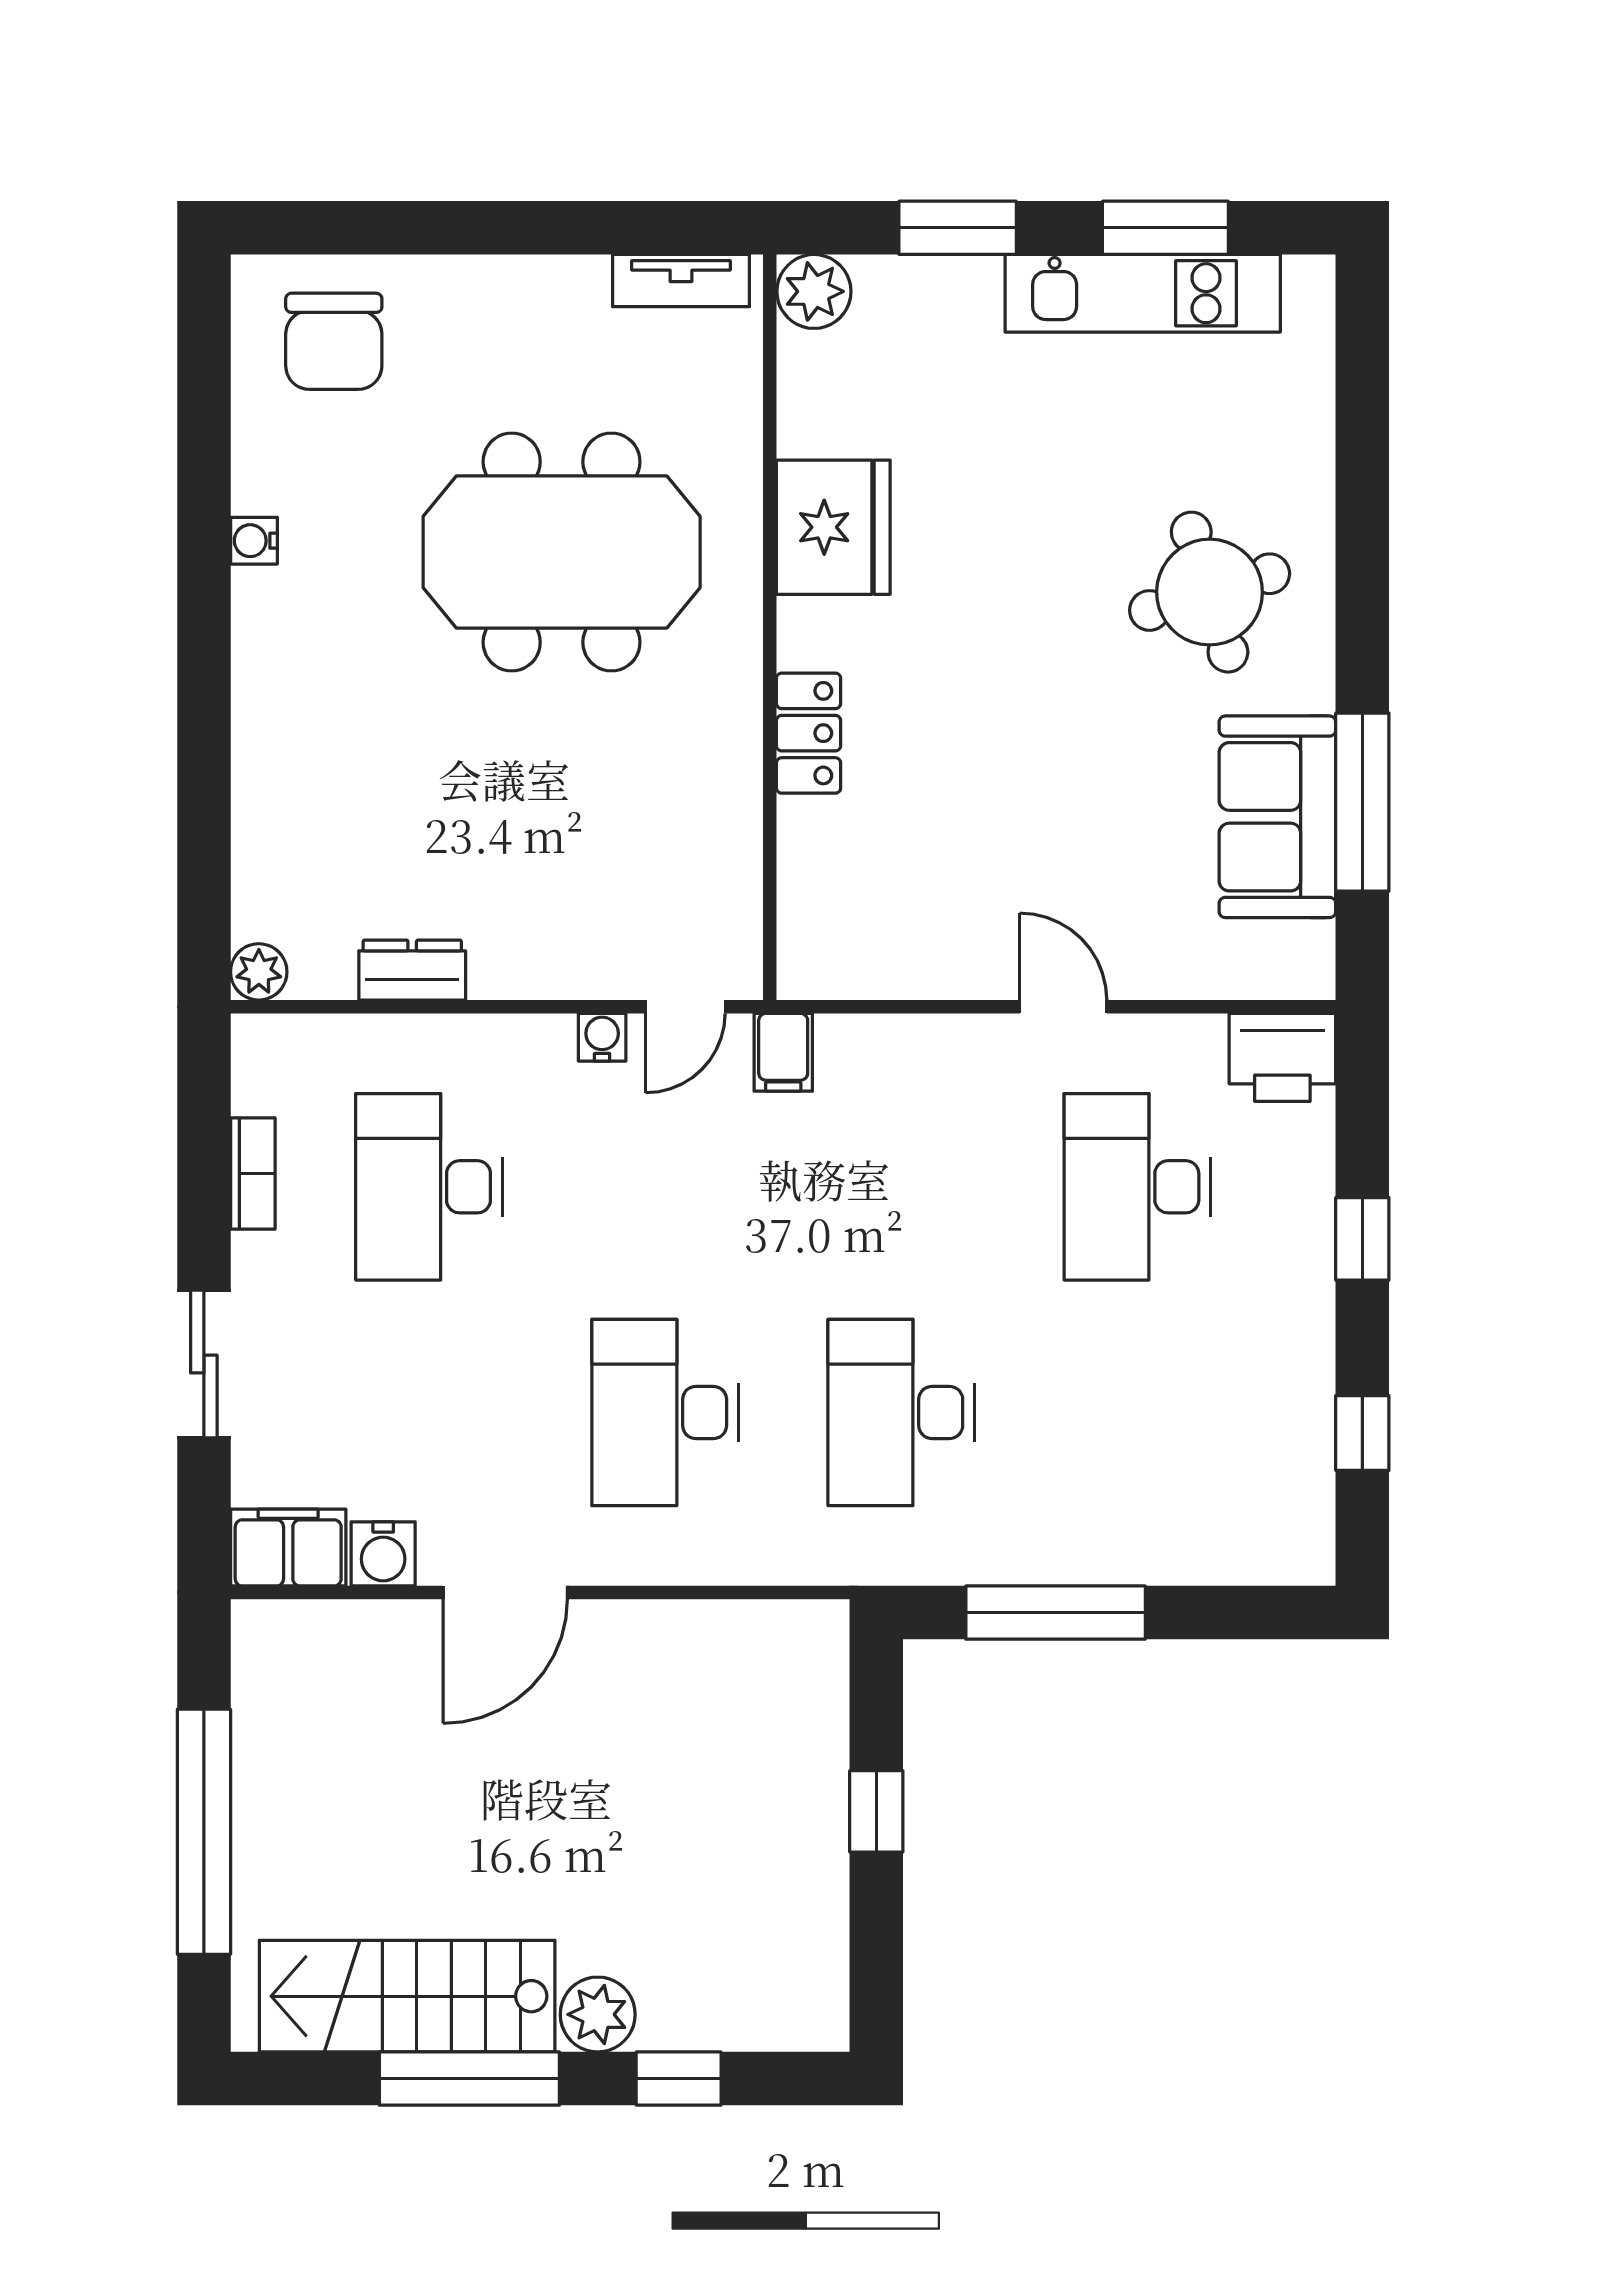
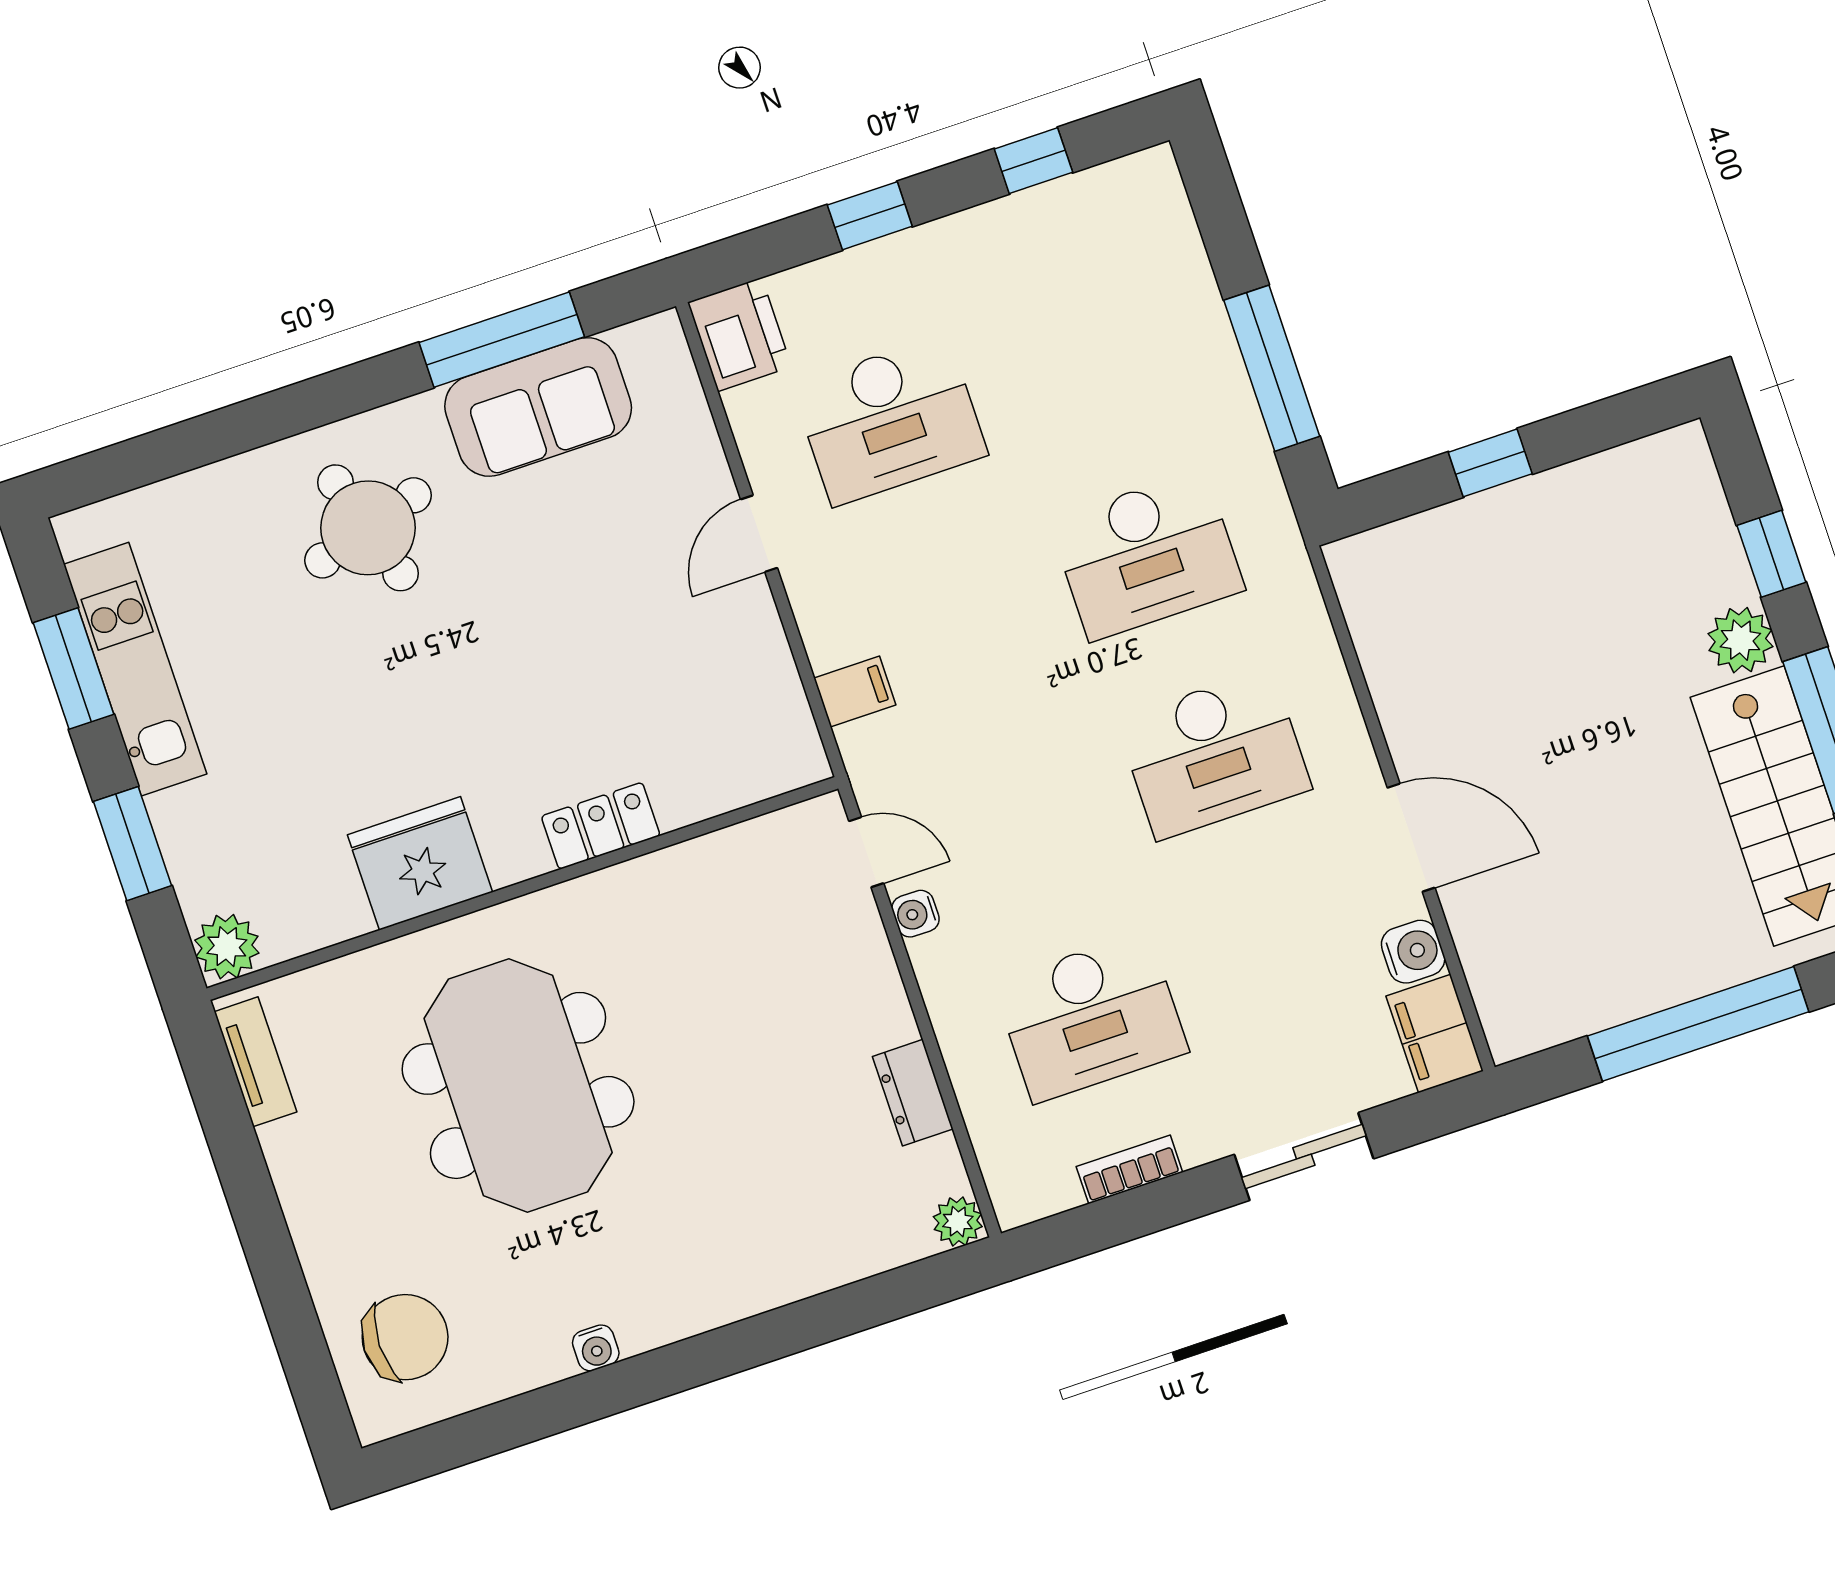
filing cabinet: (783, 1052) -> (855, 692), moved

